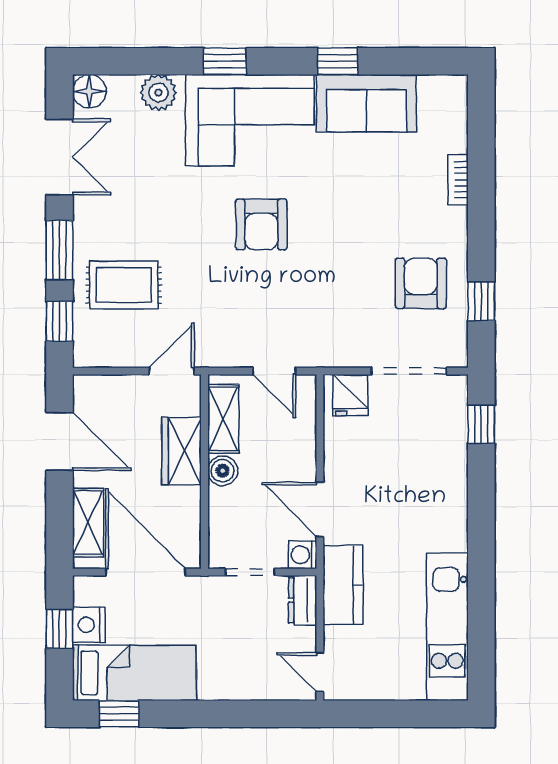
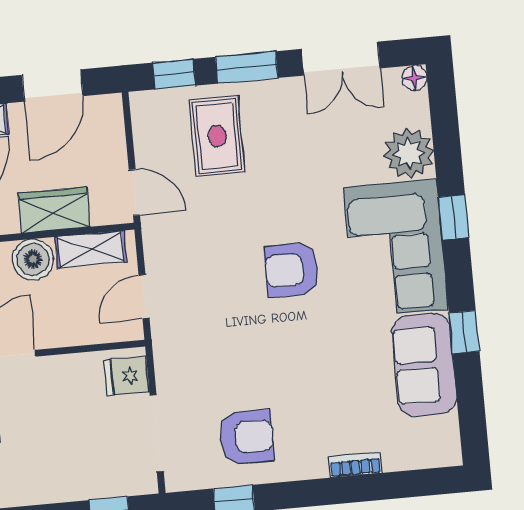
floor lamp: (89, 91) -> (415, 78), width x0.73, depth x0.73
plant: (158, 93) -> (409, 154), width x1.36, depth x1.36
boiler: (223, 471) -> (33, 260), width x1.36, depth x1.36

